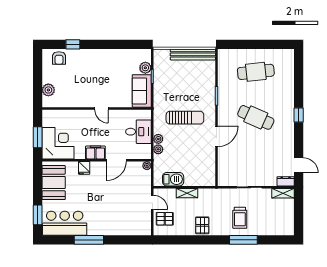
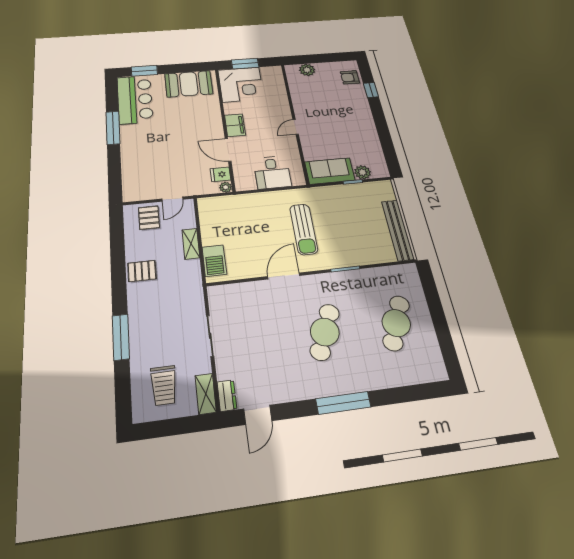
cafe table: (256, 72) -> (396, 323), turned 30
window: (299, 115) -> (343, 403), width x2.17
door: (216, 136) -> (284, 276), swing flipped
plant: (158, 139) -> (266, 198), removed
plant: (158, 149) -> (251, 199), removed
fridge: (84, 168) -> (220, 174), moved
barbecue: (173, 179) -> (214, 261), moved
trolley: (240, 218) -> (164, 385), moved, turned -90

